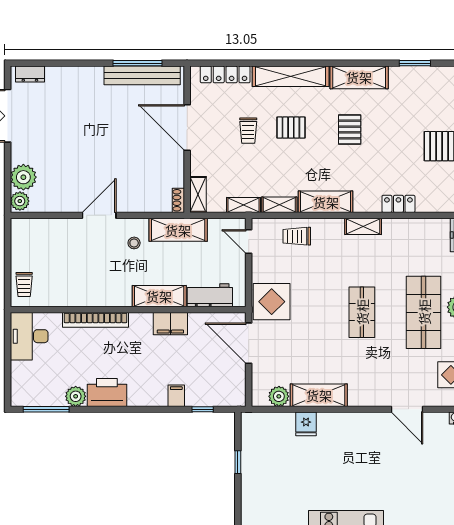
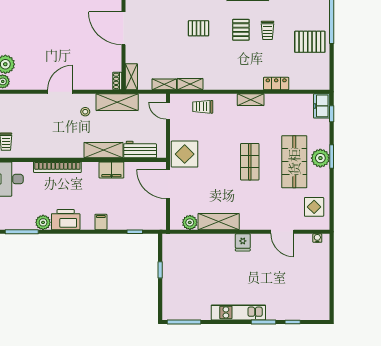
trolley: (248, 131) -> (267, 30), moved
shelving: (326, 202) -> (223, 82), removed
filing cabinet: (176, 396) -> (101, 222), moved
fridge: (306, 424) -> (243, 242), moved

